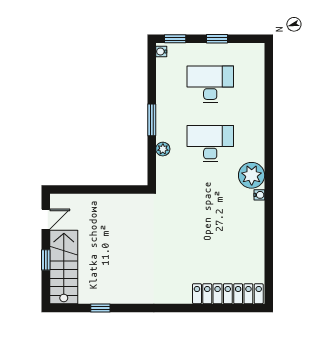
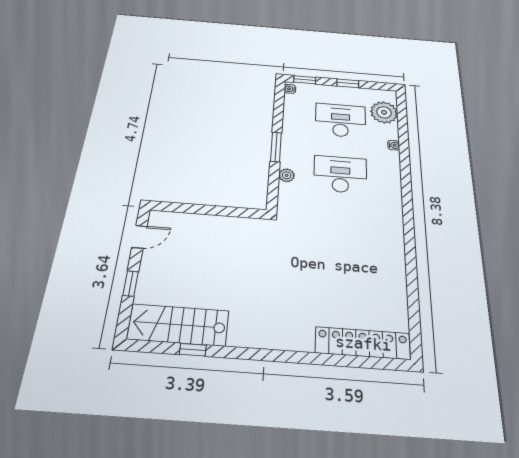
plant: (252, 175) -> (384, 112), moved
water cooler: (259, 195) -> (394, 145), moved
stairs: (64, 267) -> (178, 325), moved, turned -90

